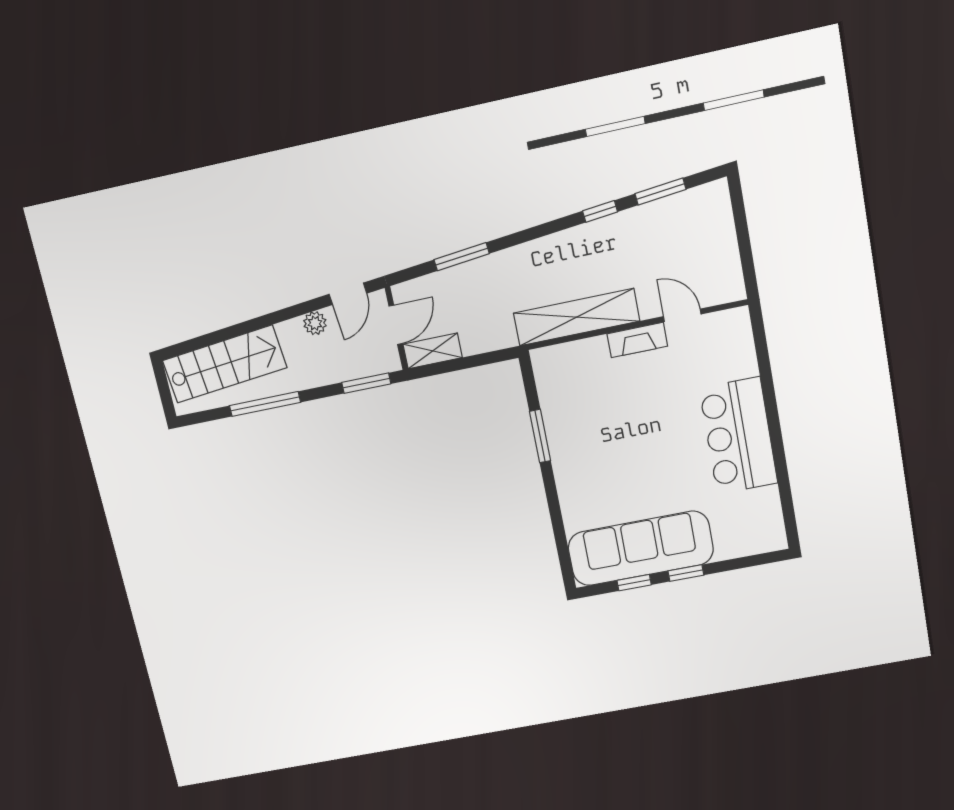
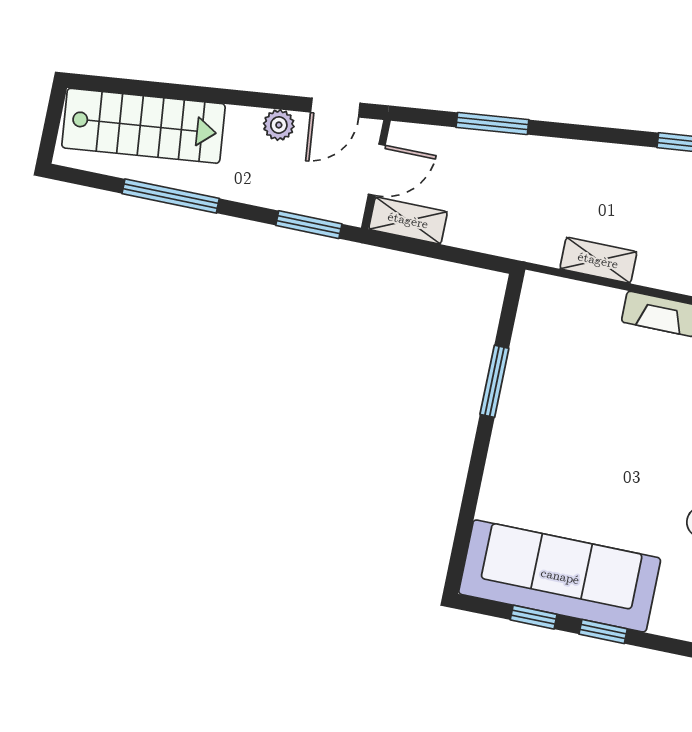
shelving: (576, 317) -> (598, 260), width x0.45, depth x0.75

